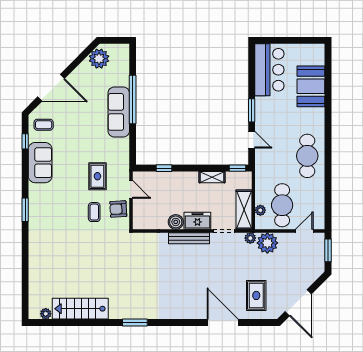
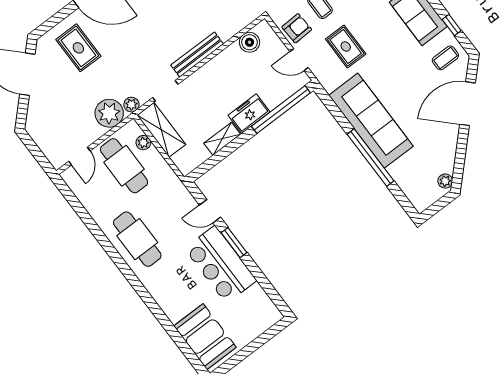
plant: (99, 59) -> (445, 181), width x0.53, depth x0.53
bar counter: (269, 70) -> (220, 264), moved
booth: (311, 86) -> (205, 337), moved
sofa: (119, 112) -> (371, 121), width x1.36, depth x1.27
window: (164, 168) -> (281, 109), width x3.17
window: (237, 168) -> (202, 169), removed
freezer: (197, 221) -> (249, 114), moved, turned 180
boiler: (176, 222) -> (249, 42), moved
window: (328, 250) -> (38, 155), removed

